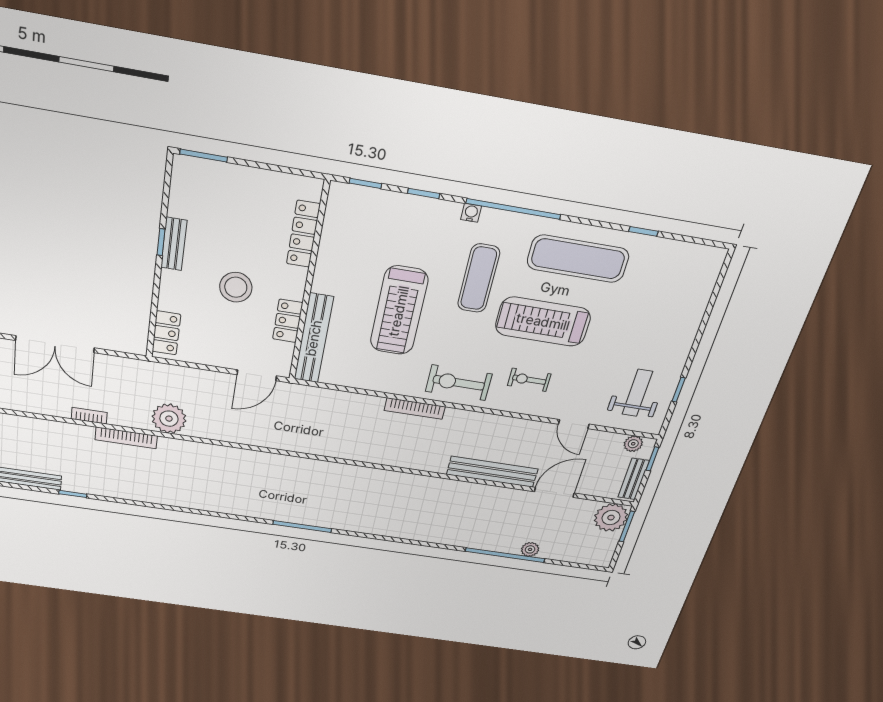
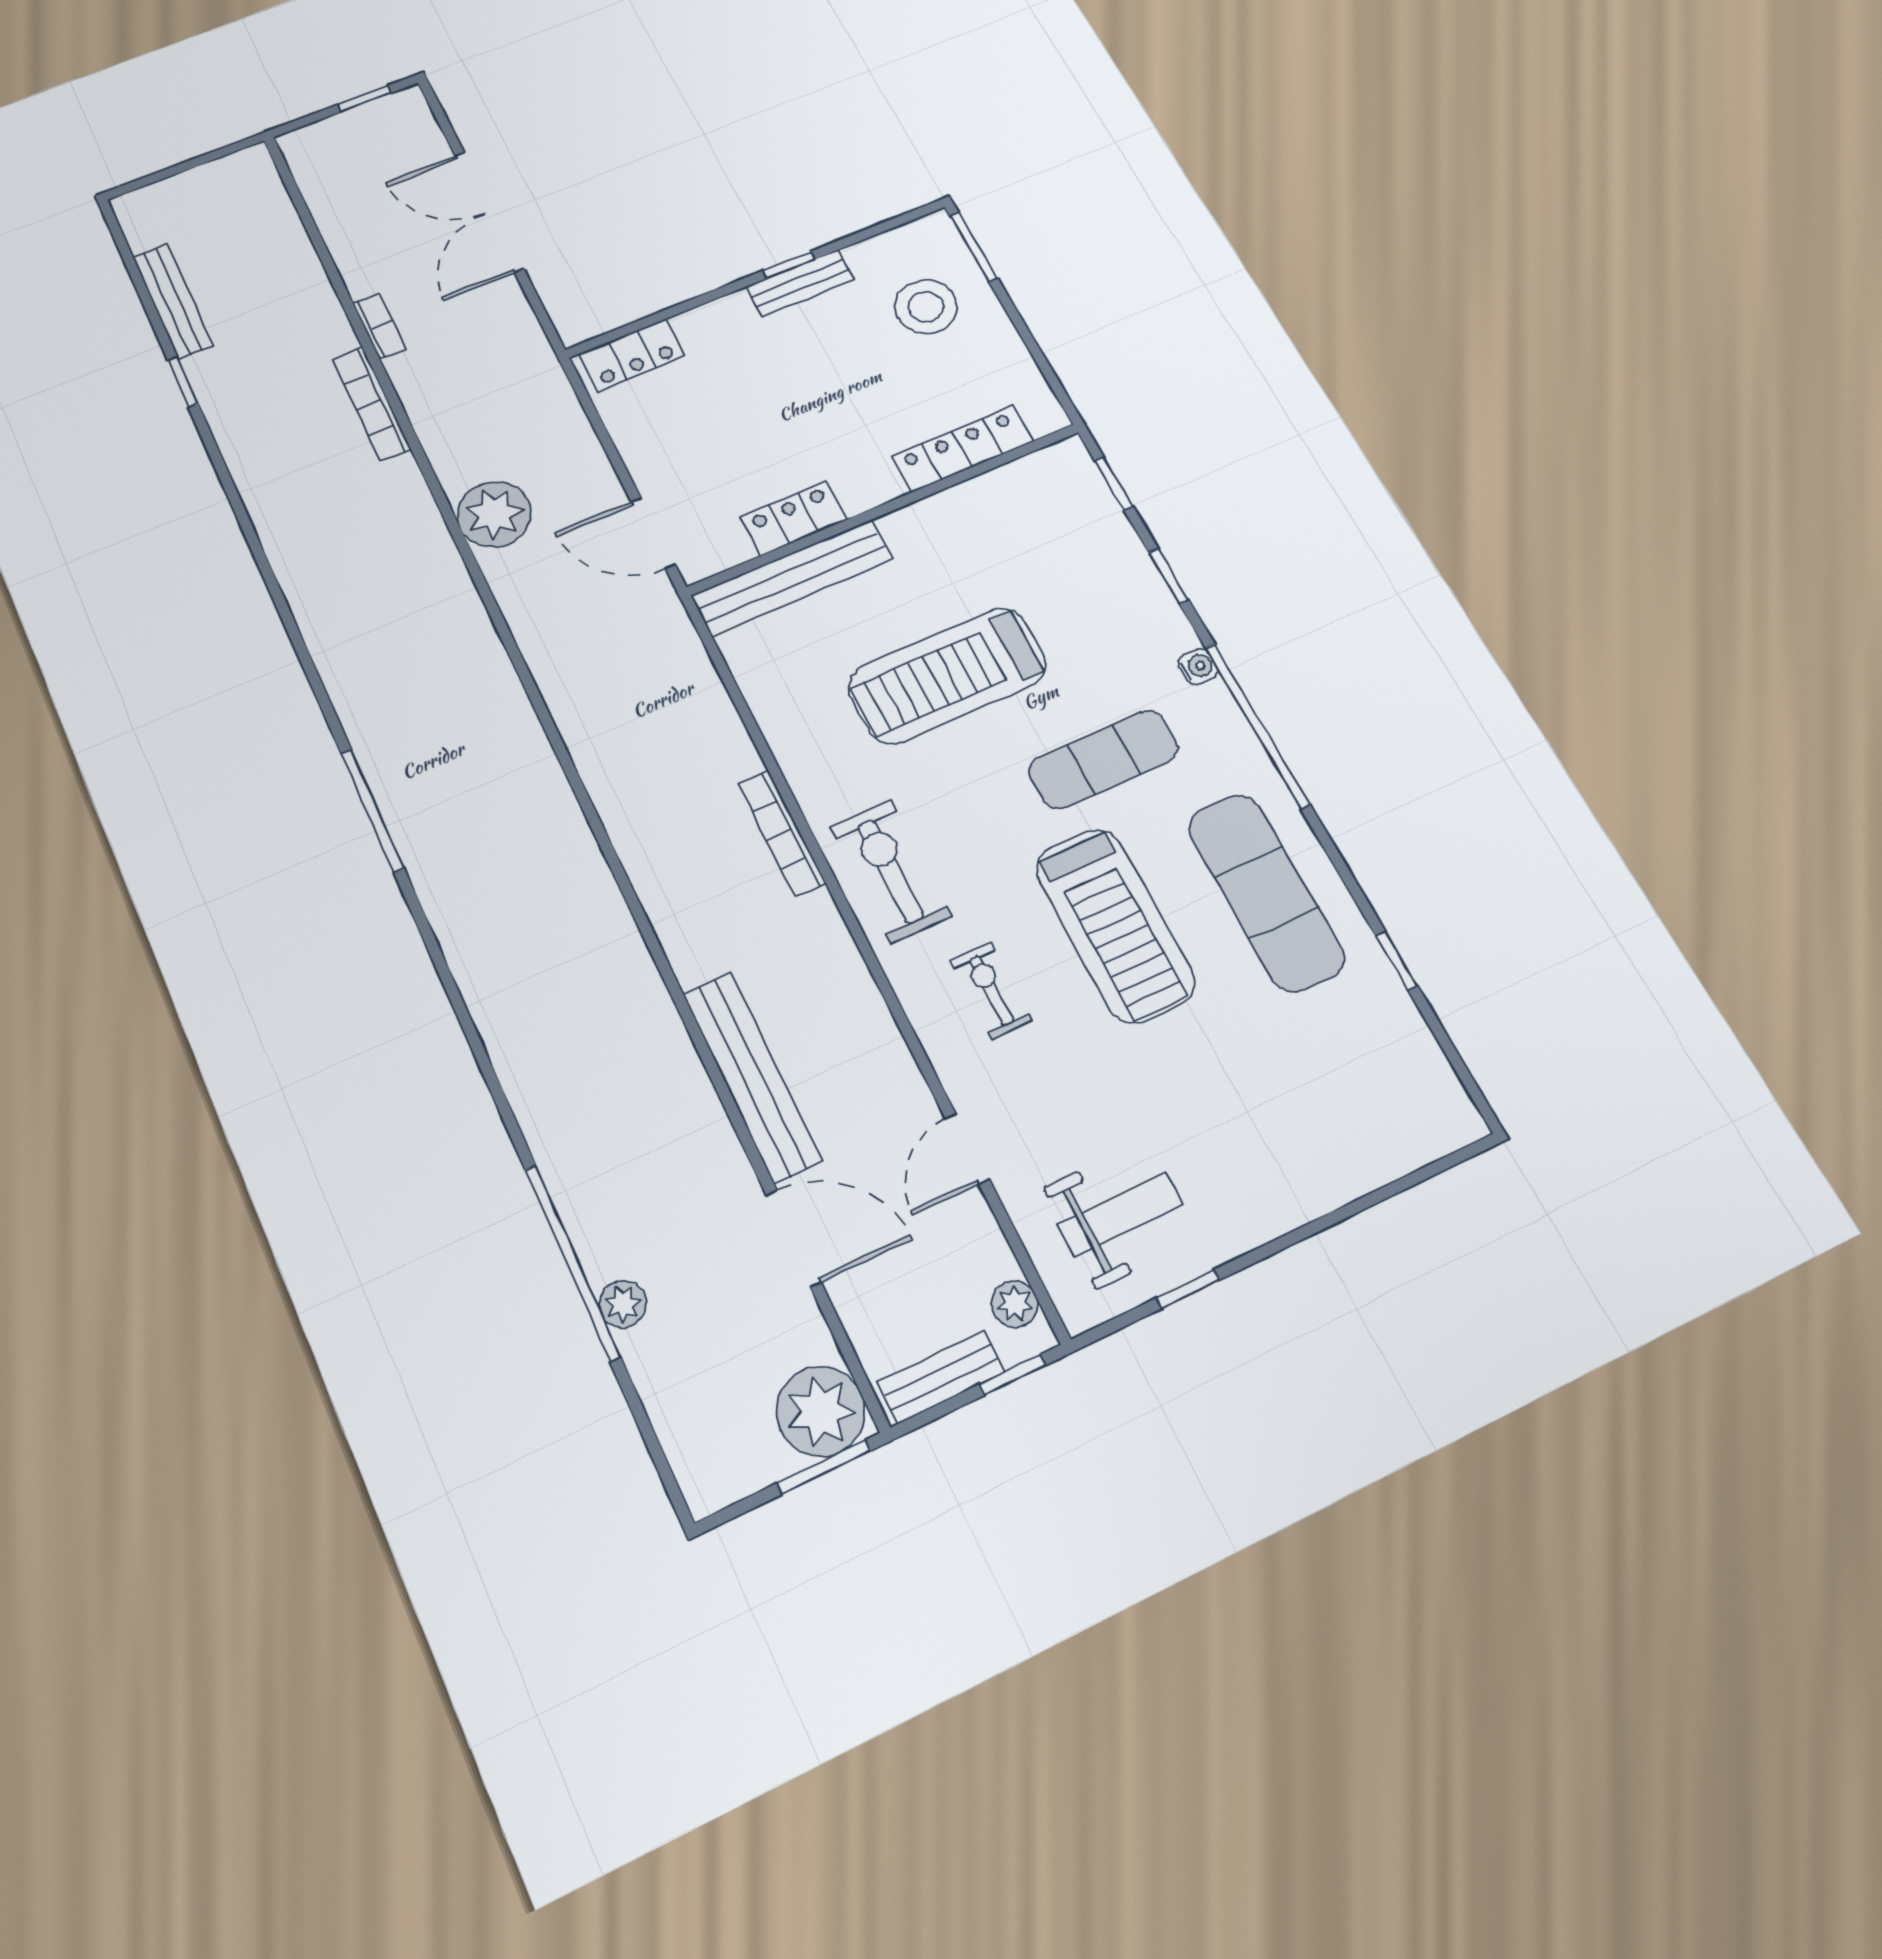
stool: (236, 287) -> (926, 307), moved
treadmill: (543, 322) -> (1115, 925), turned 180
plant: (169, 419) -> (494, 514), moved

